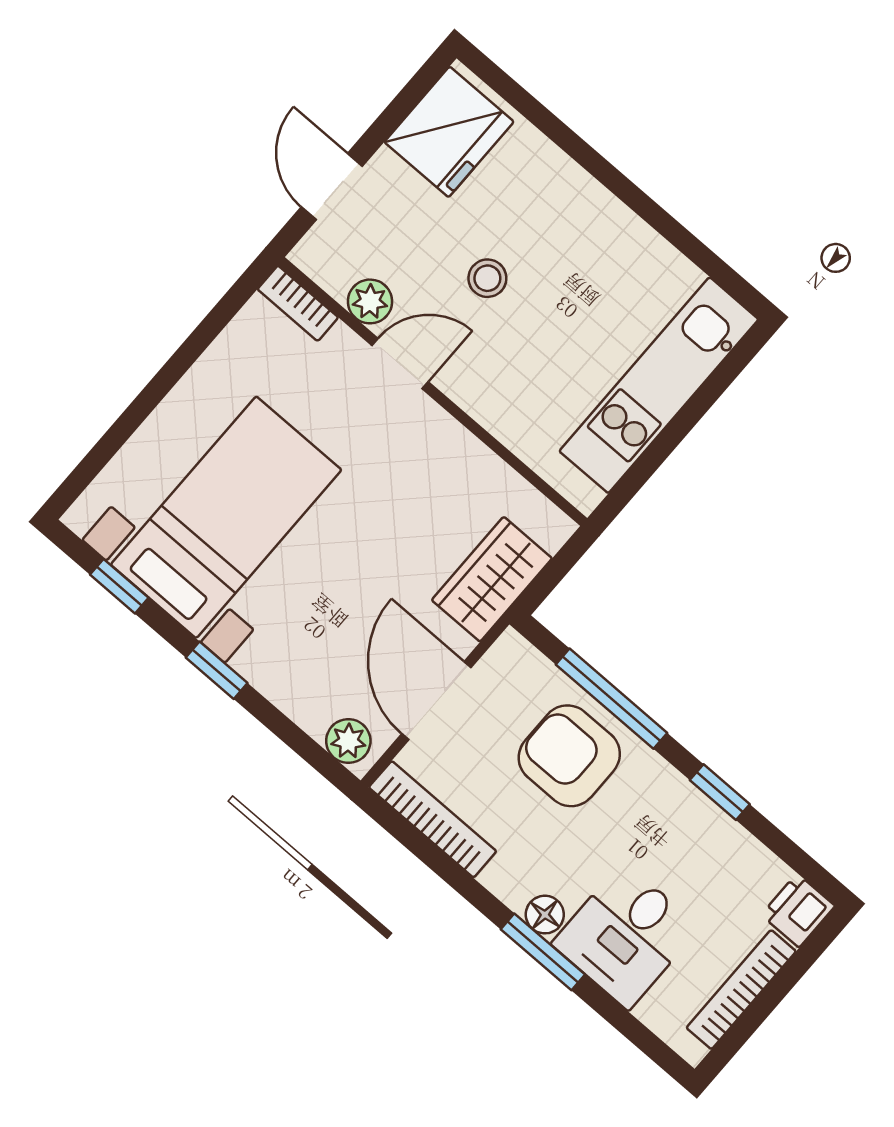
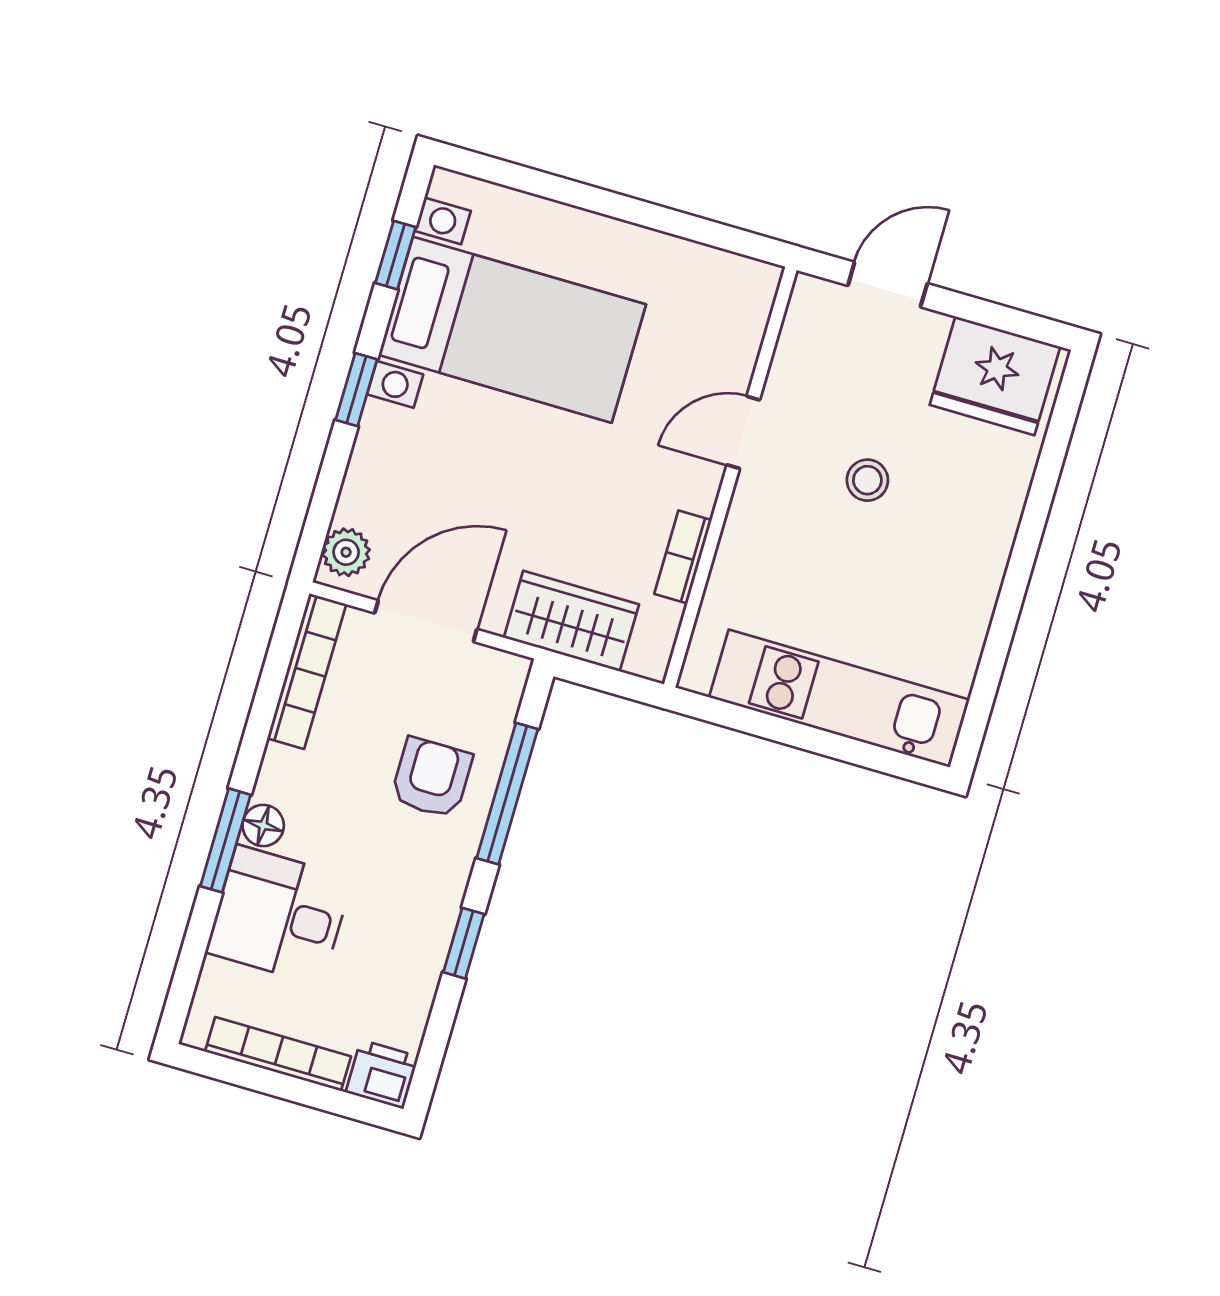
plant: (370, 301) -> (791, 374), removed
bookcase: (298, 303) -> (683, 557), moved
door: (400, 364) -> (743, 432), swing flipped
armchair: (569, 756) -> (432, 778), width x0.72, depth x0.72

